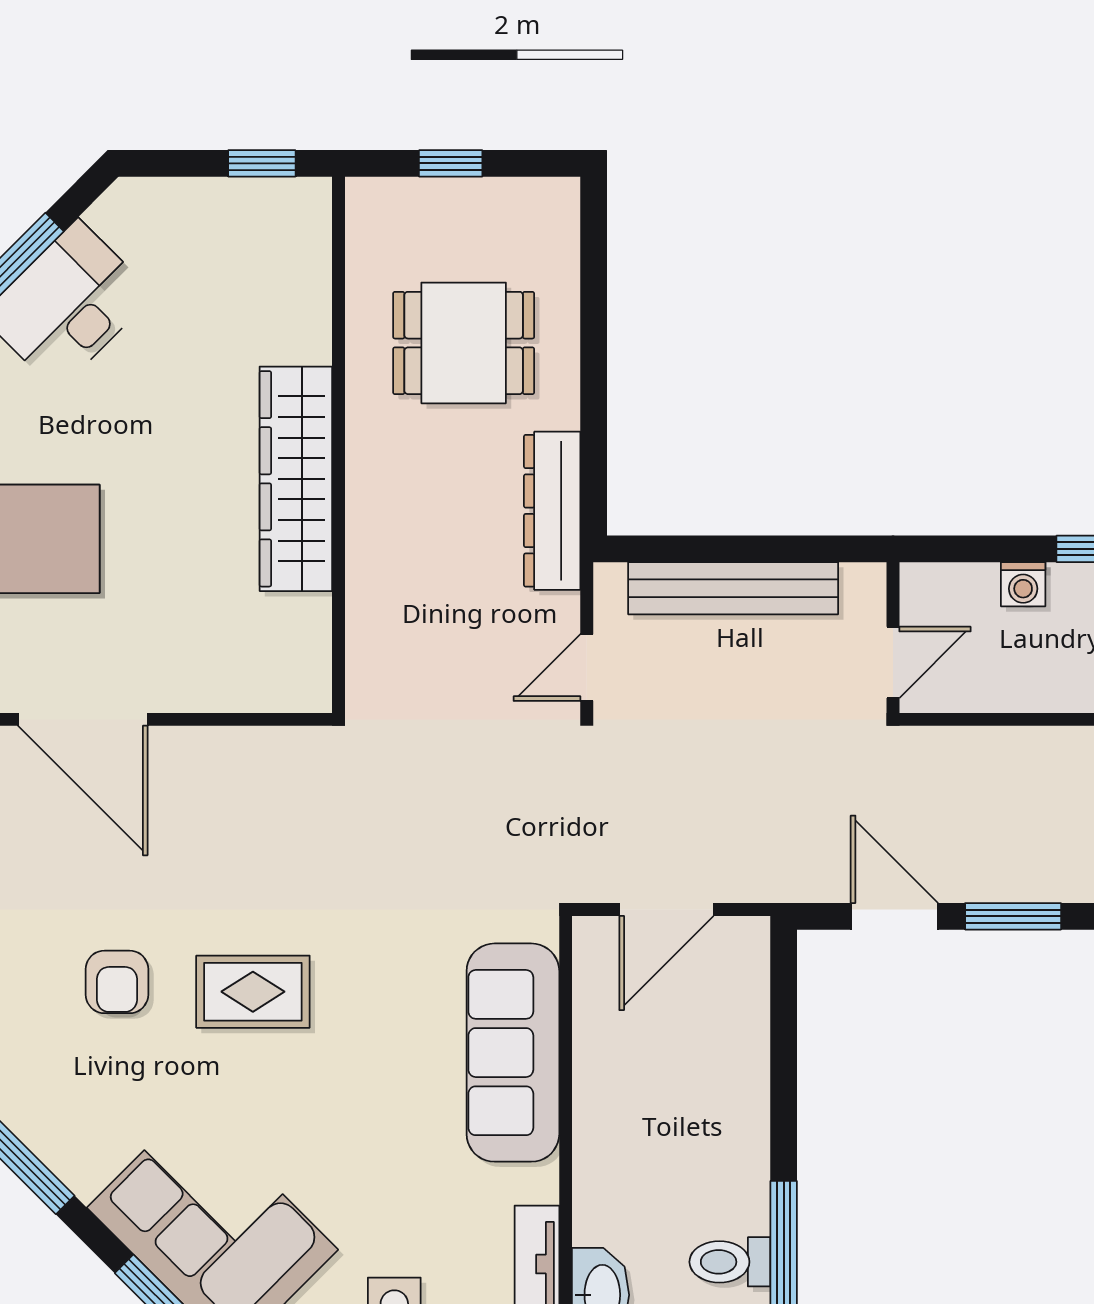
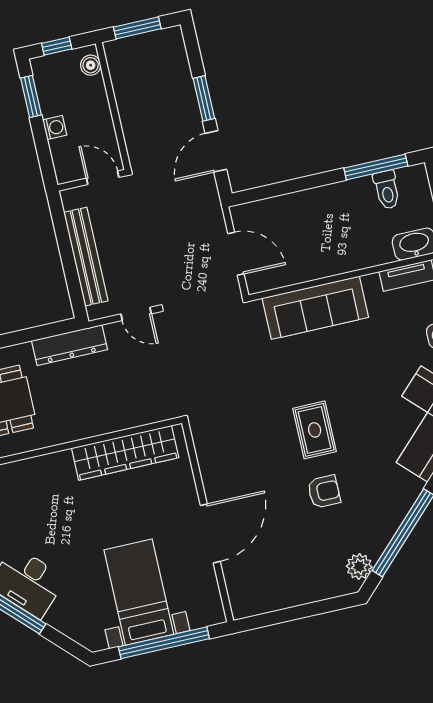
wardrobe: (296, 479) -> (125, 453), moved

